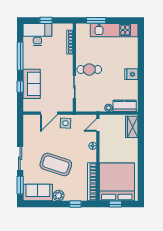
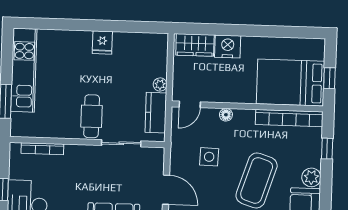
kitchen counter: (125, 106) -> (156, 113), moved
side table: (65, 123) -> (209, 157), moved
door: (98, 125) -> (190, 104), hinge flipped
nightstand: (131, 146) -> (228, 46), added
bed: (117, 182) -> (291, 83), width x0.73

